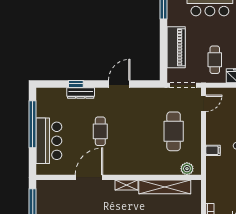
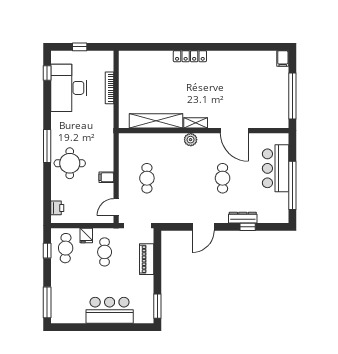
piano: (176, 47) -> (147, 259), width x0.73, depth x0.75
cafe table: (174, 131) -> (147, 178), width x0.73, depth x0.74
filing cabinet: (213, 150) -> (106, 177), moved
plant: (187, 169) -> (191, 140), moved
door: (89, 177) -> (234, 131), hinge flipped

